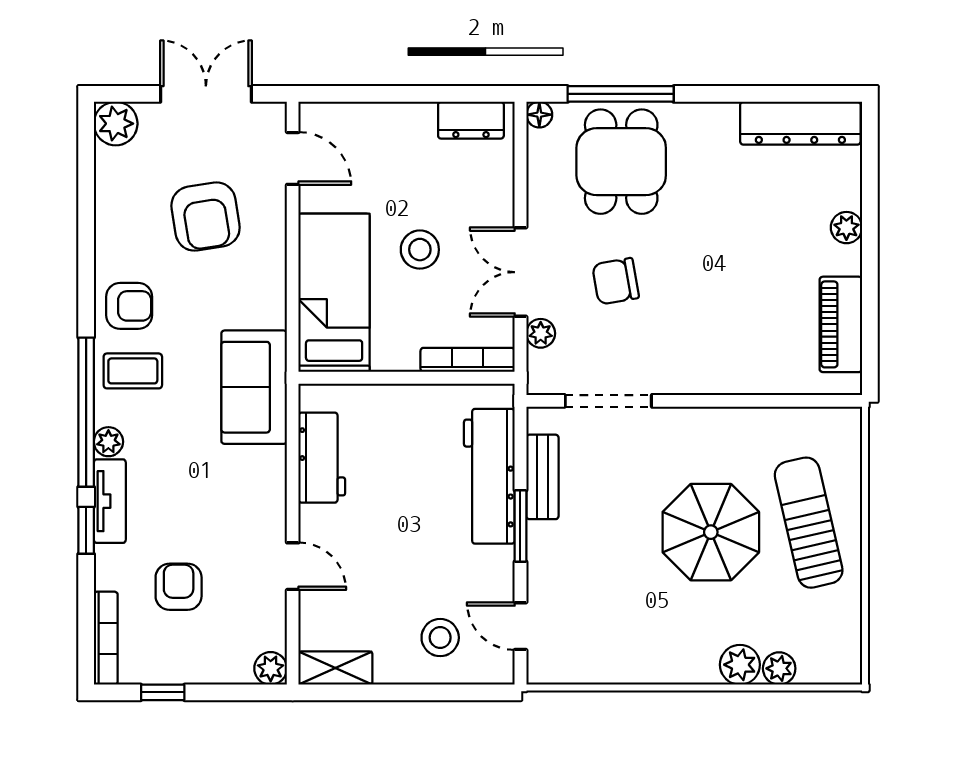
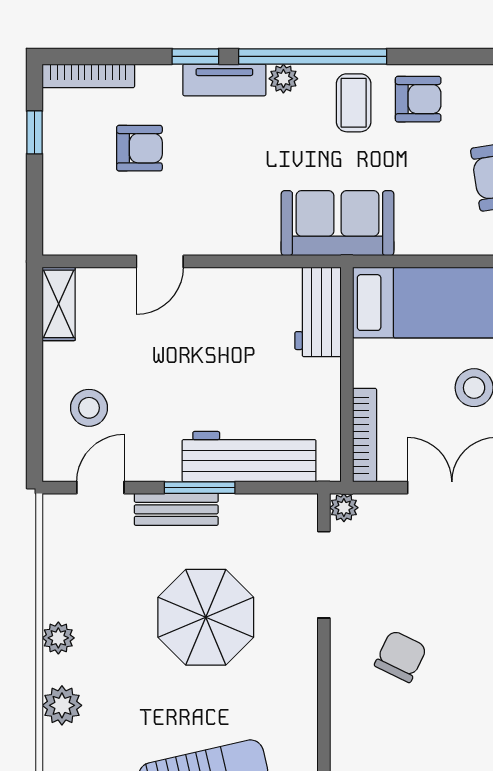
chair: (616, 281) -> (401, 656), moved, turned 36
armchair: (129, 306) -> (418, 99), turned -90
plant: (541, 333) -> (344, 508), moved
workbench: (322, 458) -> (318, 312), moved, turned 90
bench: (542, 477) -> (176, 509), moved
parasol: (711, 532) -> (206, 617), moved
plant: (271, 668) -> (58, 240), removed
plant: (779, 668) -> (58, 638), moved

